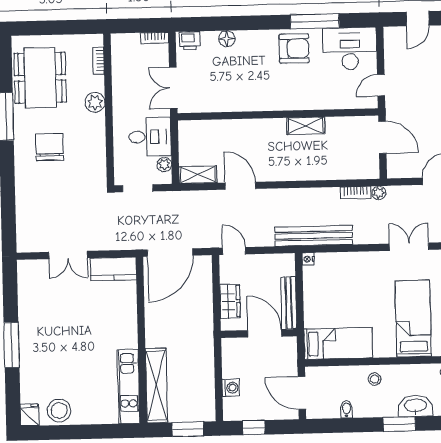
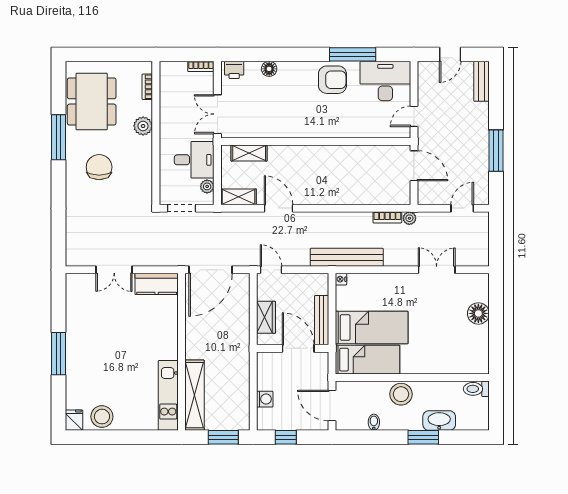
shelving: (306, 126) -> (249, 153), moved
bed: (413, 319) -> (372, 327), moved, turned 90
stool: (375, 379) -> (401, 394), width x1.89, depth x1.89

